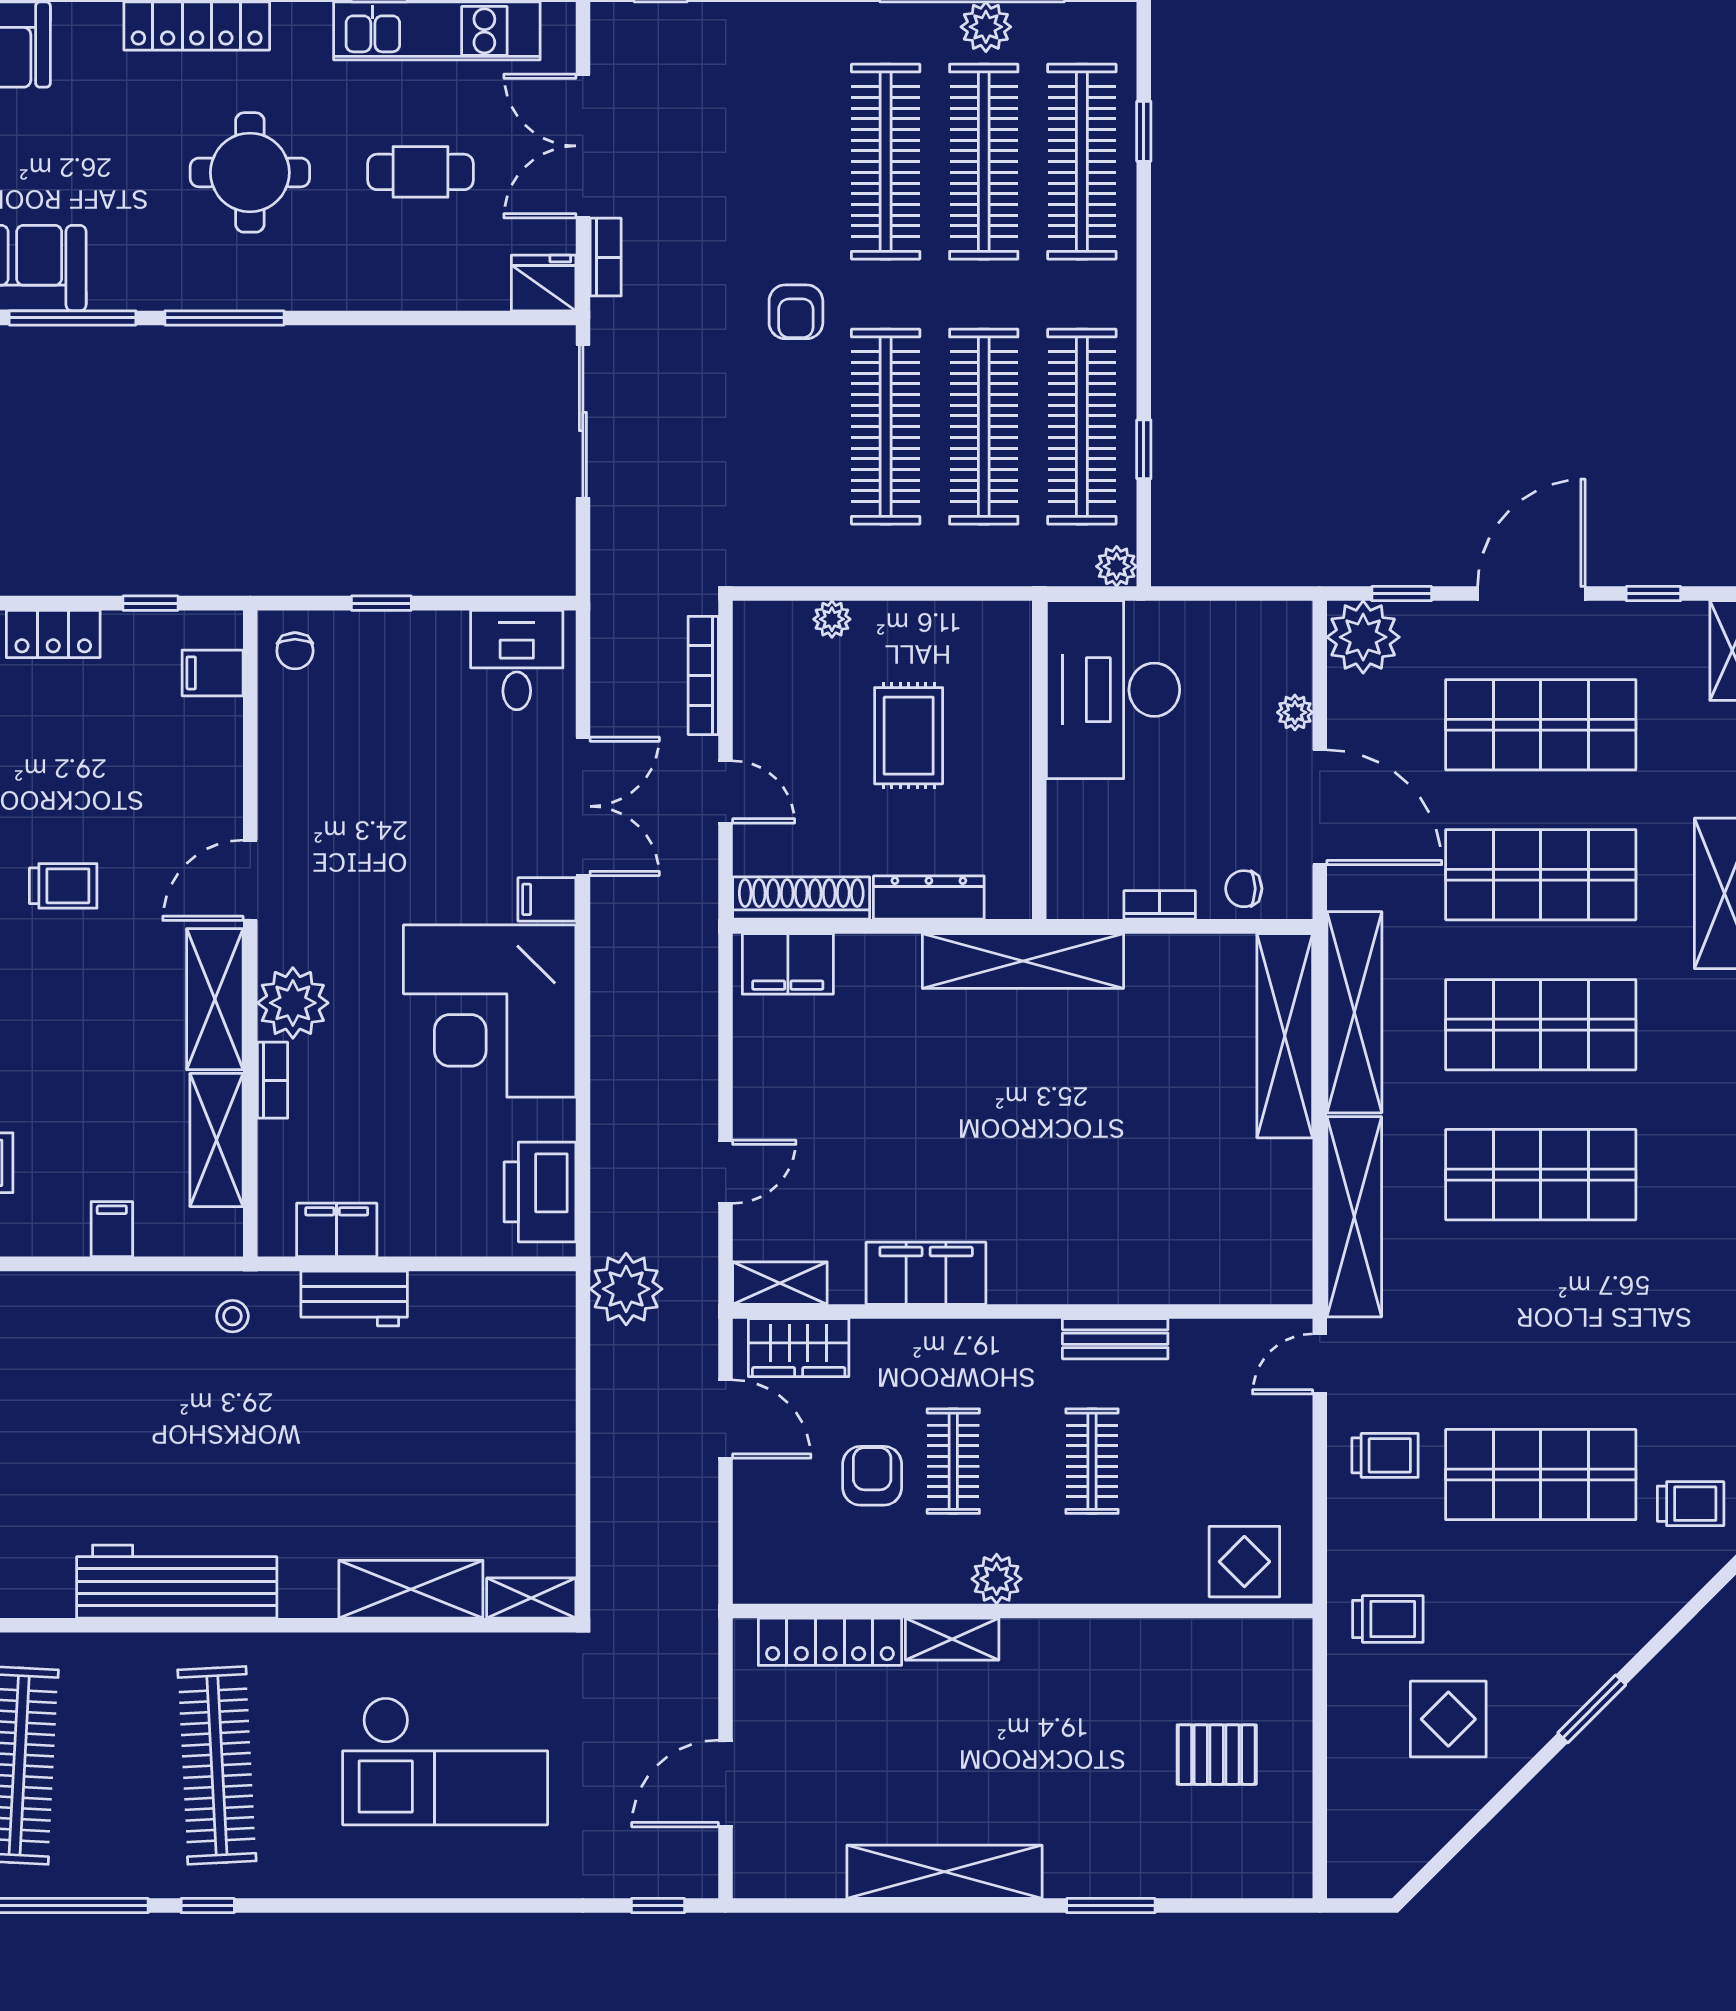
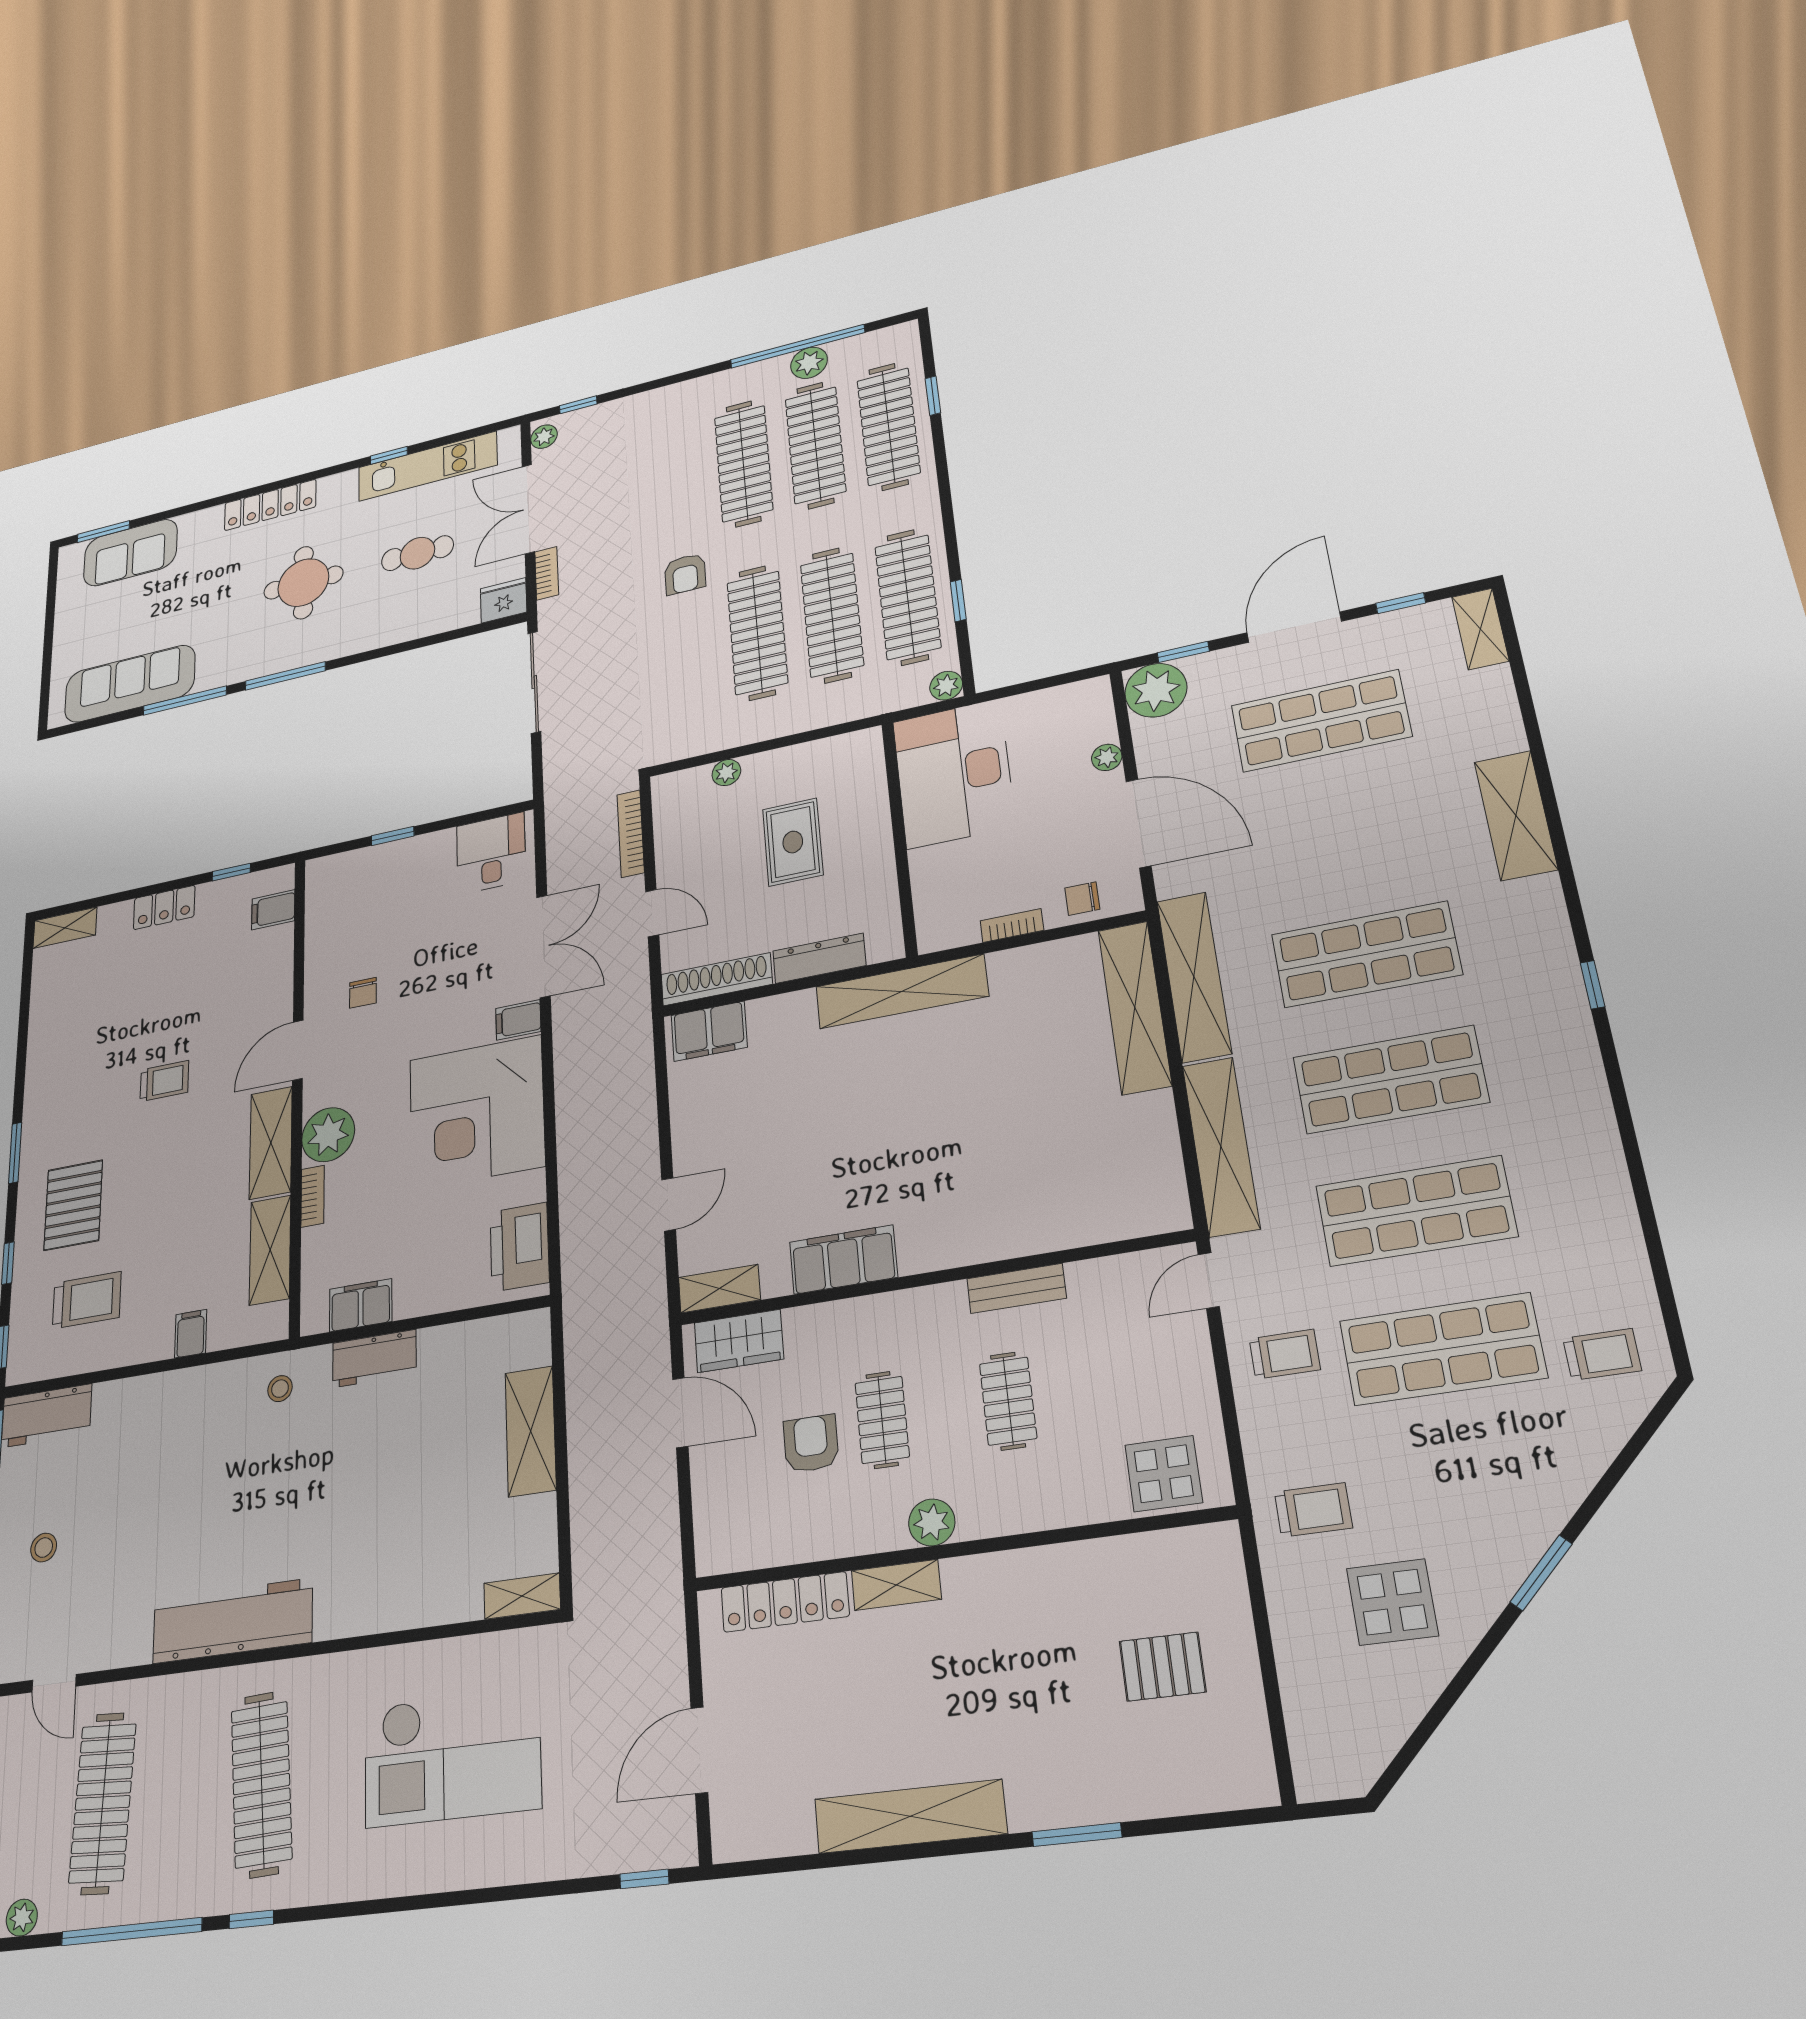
chair: (295, 651) -> (363, 993), moved
shop shelf: (1541, 875) -> (1416, 1211), moved
plant: (626, 1289) -> (544, 437), moved, width x0.53, depth x0.53
shelving: (411, 1589) -> (531, 1431), moved, turned 90

